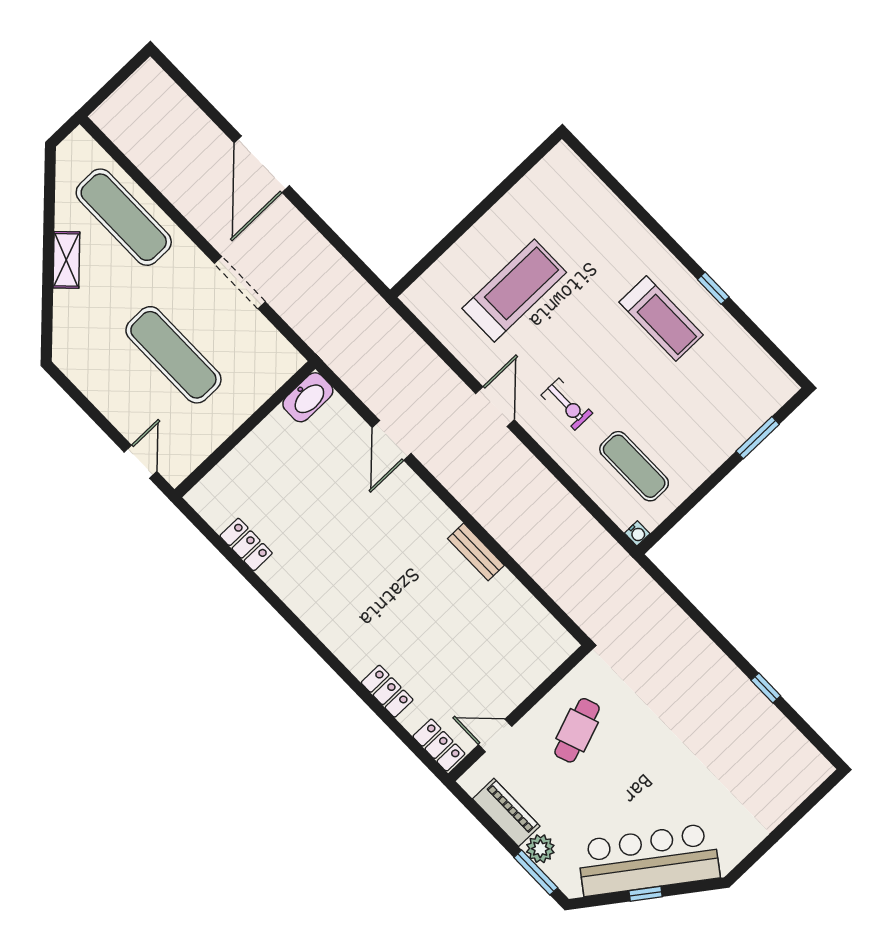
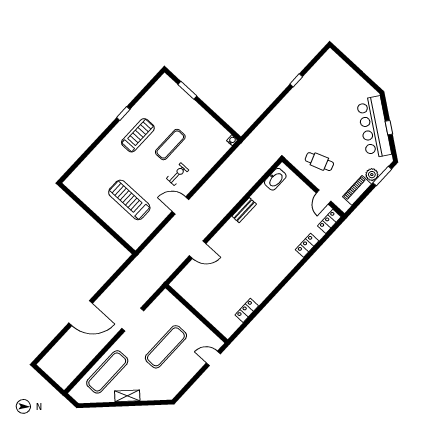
washbasin: (308, 397) -> (275, 179), moved, turned 90
exercise mat: (634, 466) -> (170, 145), moved

